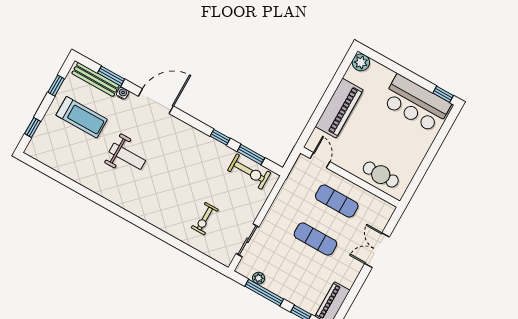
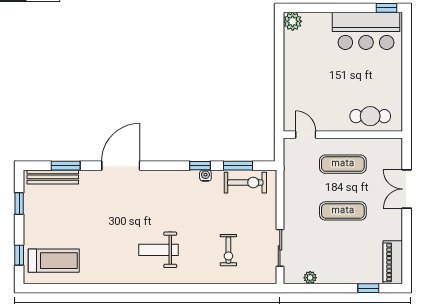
water cooler: (123, 93) -> (205, 176), moved
piano: (339, 108) -> (296, 76), removed
treadmill: (82, 117) -> (54, 261), moved
weight bench: (127, 156) -> (158, 250), moved, turned 180
window: (264, 293) -> (323, 288), removed

